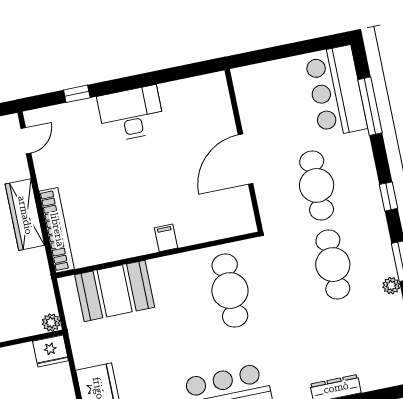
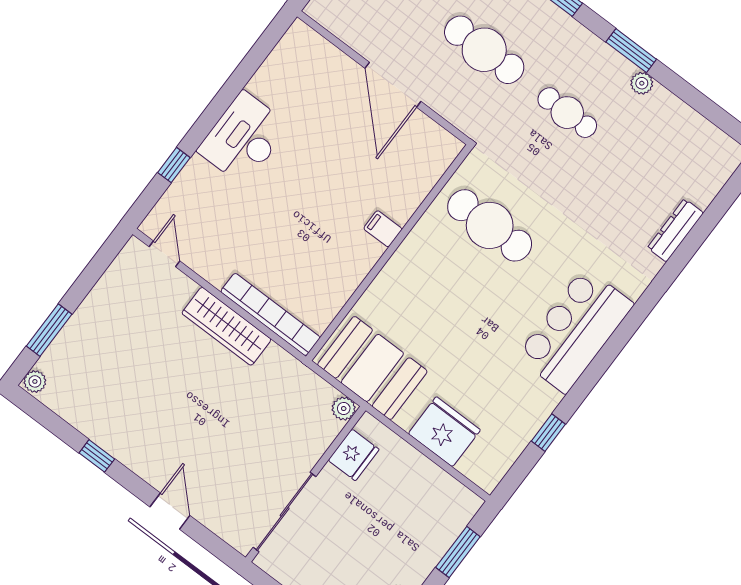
cafe table: (333, 265) -> (567, 113), width x0.73, depth x0.74
booth: (115, 291) -> (372, 368), moved, turned 90
fridge: (51, 351) -> (354, 455), moved

